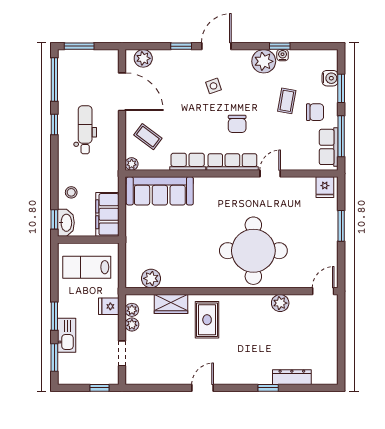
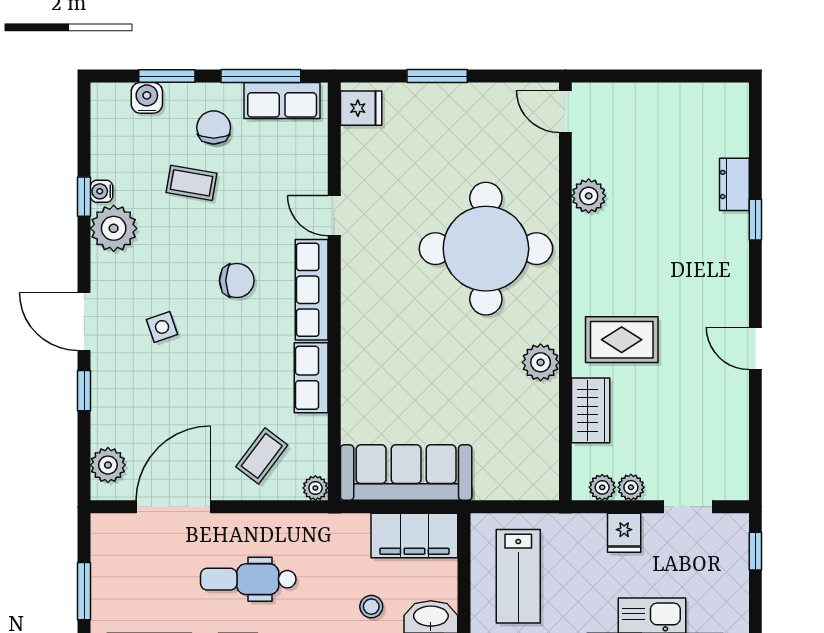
sofa: (160, 191) -> (406, 473), moved, turned -90
plant: (151, 278) -> (541, 362), moved
fridge: (109, 306) -> (624, 533), moved
dresser: (292, 377) -> (734, 184), width x0.70

